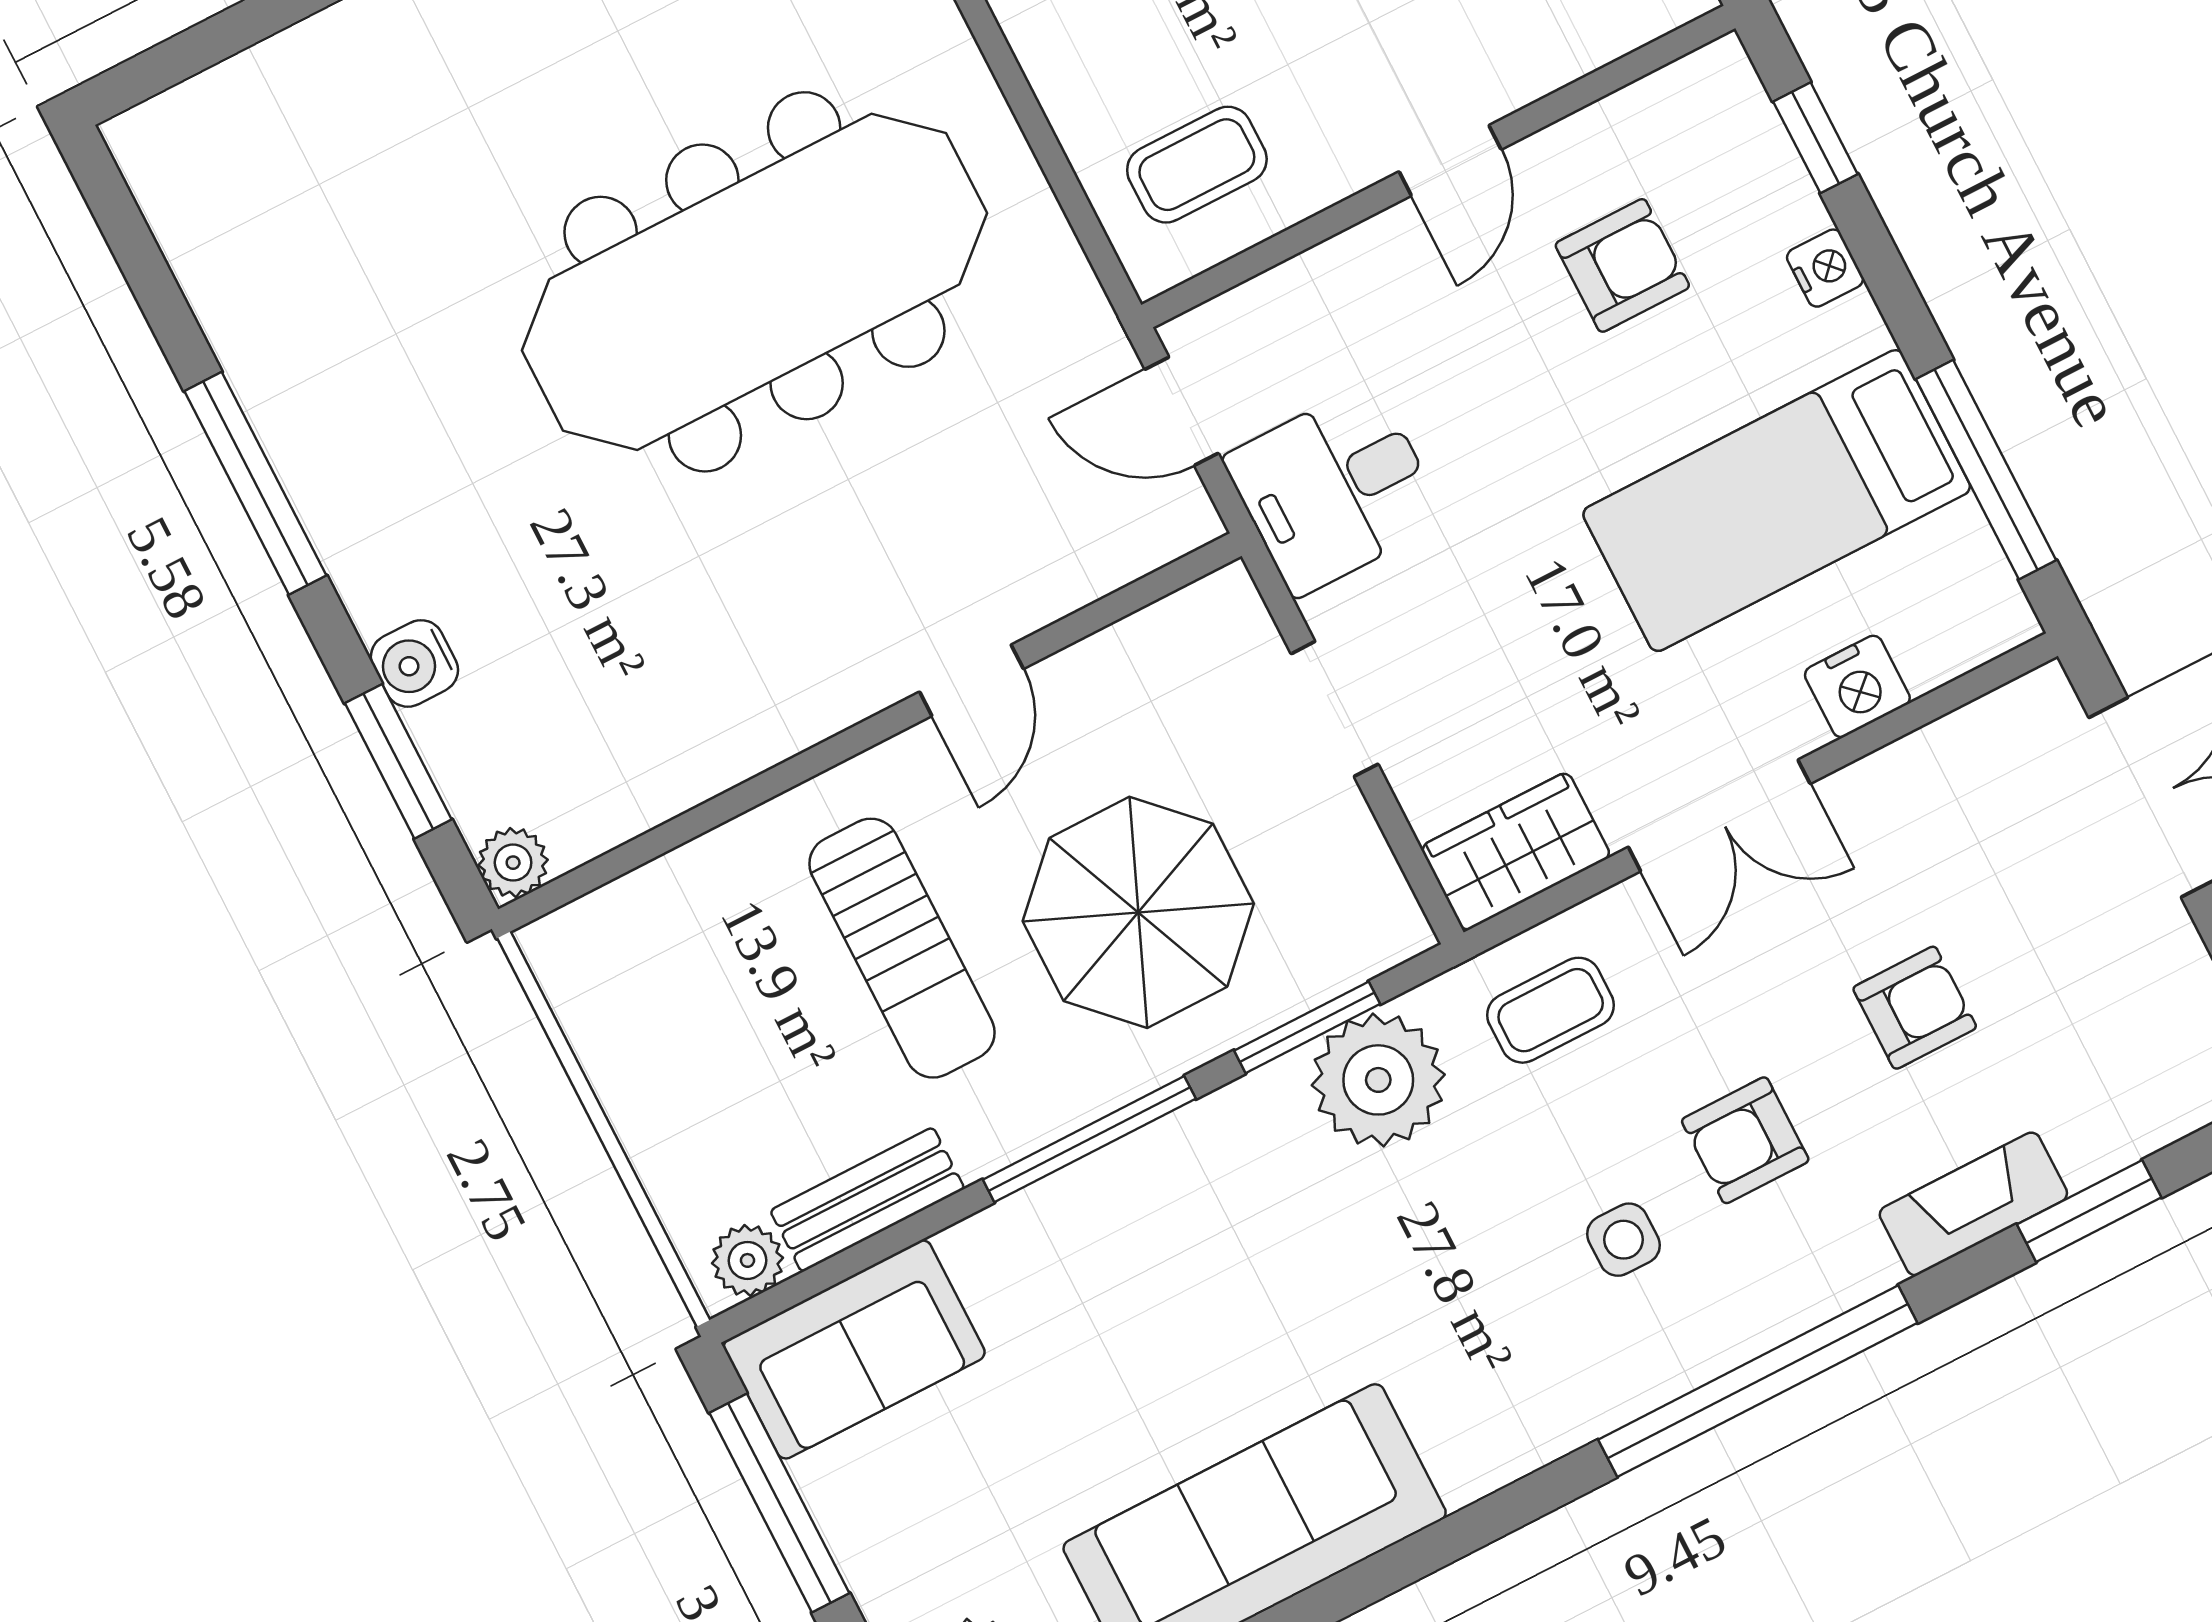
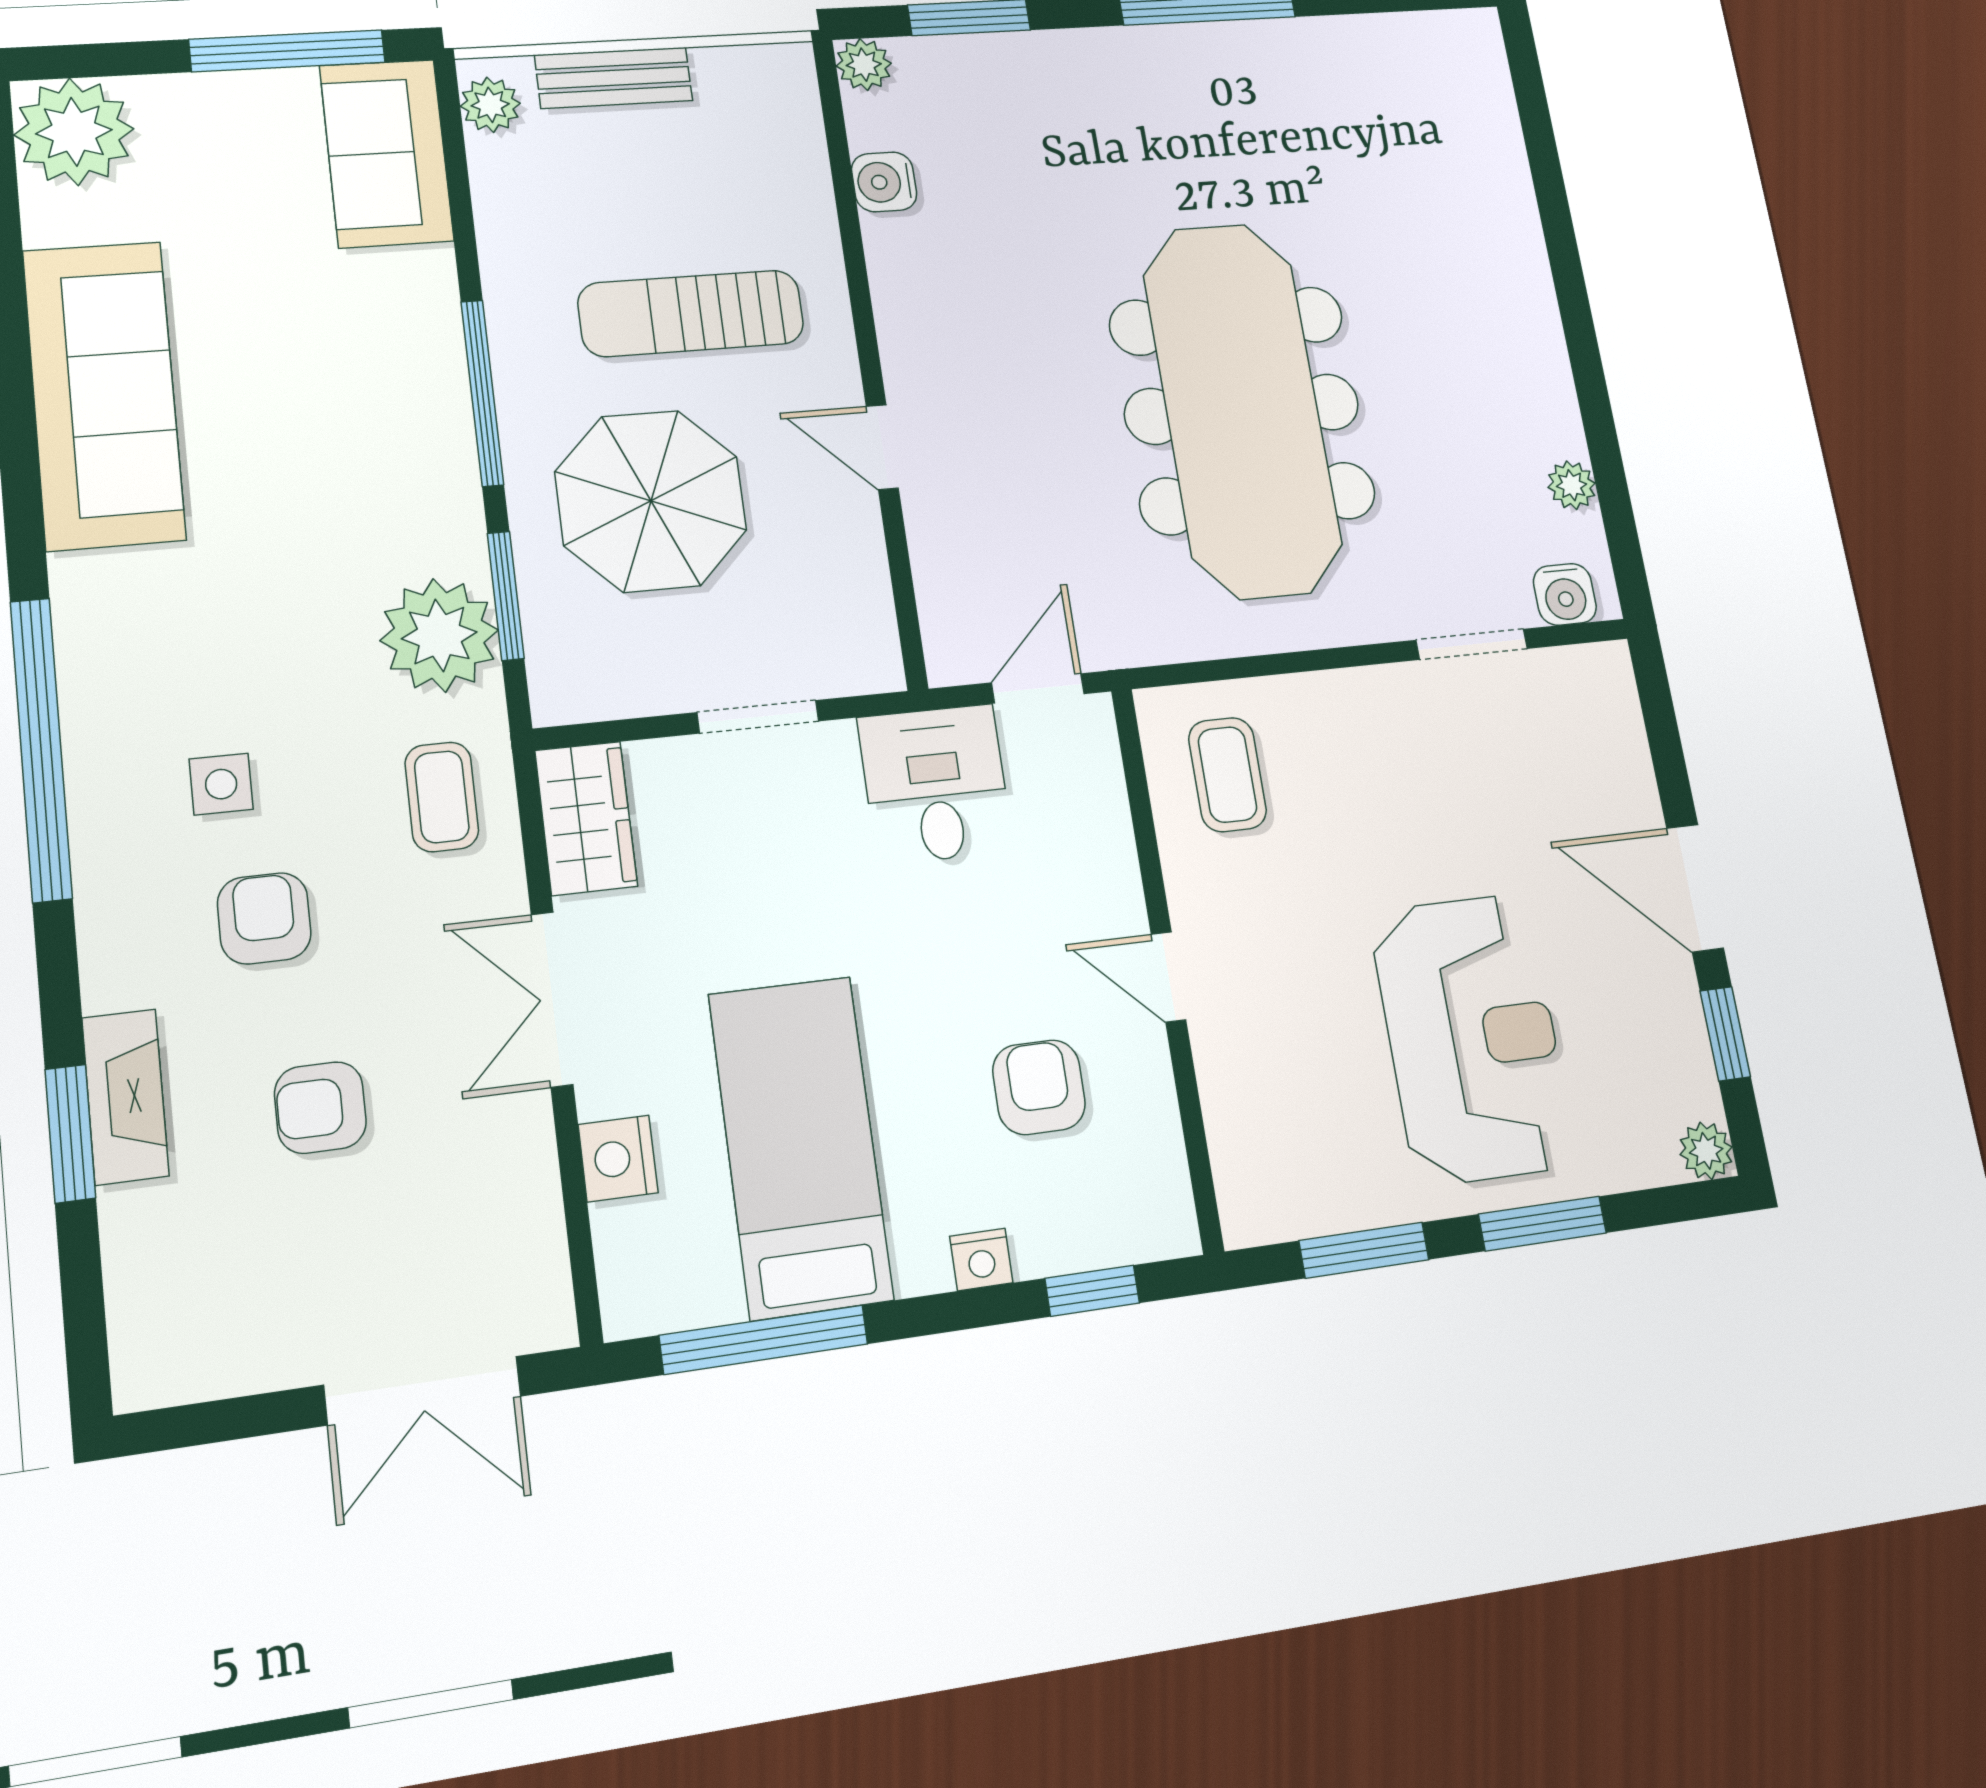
armchair: (1622, 265) -> (1039, 1087), turned 180
water cooler: (414, 663) -> (884, 182), moved, turned -90
armchair: (1915, 1008) -> (320, 1108), turned 90
bench: (867, 1200) -> (614, 78), moved, turned 90
window: (2089, 1211) -> (70, 1134), moved
window: (1758, 1381) -> (41, 749), moved

